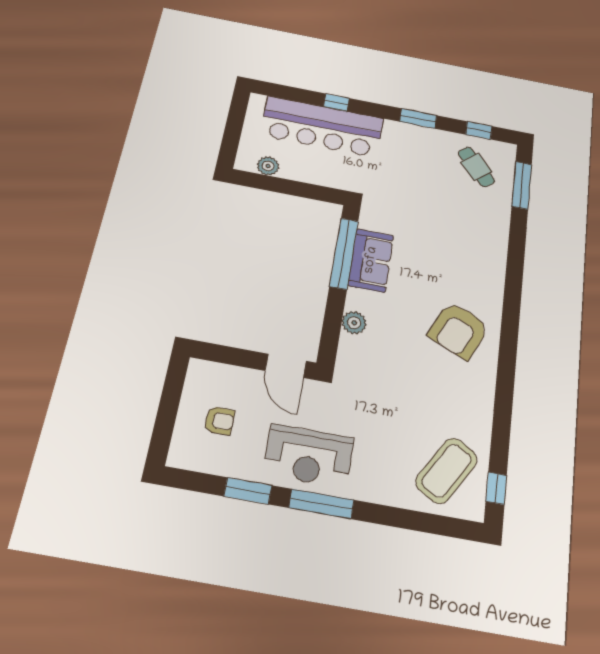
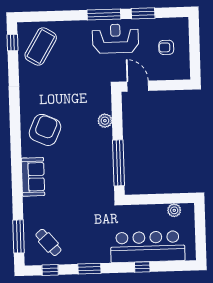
sofa: (371, 260) -> (33, 177), moved, turned 180

